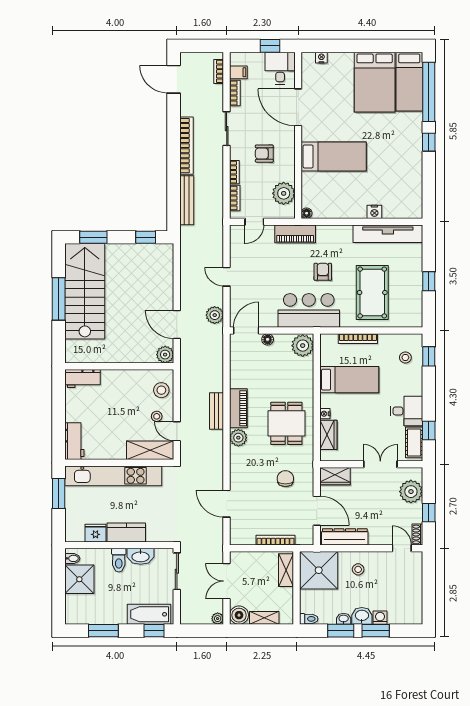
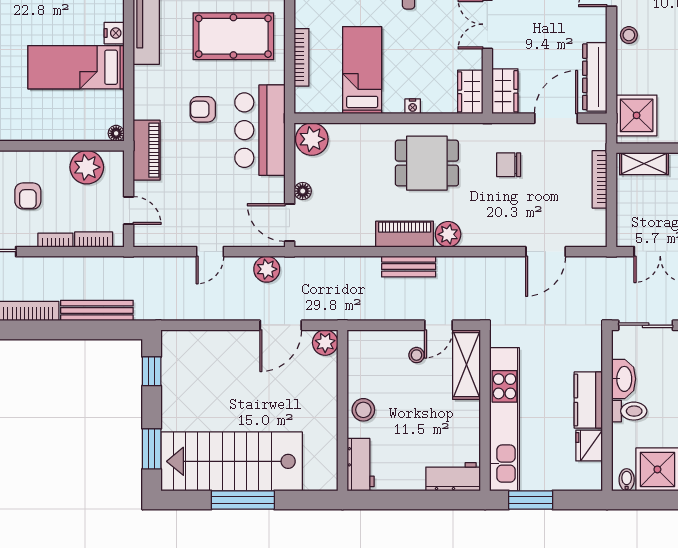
bed: (334, 156) -> (76, 67), moved, turned -90
stool: (161, 390) -> (363, 410), moved
wardrobe: (328, 435) -> (470, 92), moved, turned -90
stool: (358, 569) -> (629, 35), moved
shower: (319, 570) -> (637, 115), width x0.73, depth x0.73

